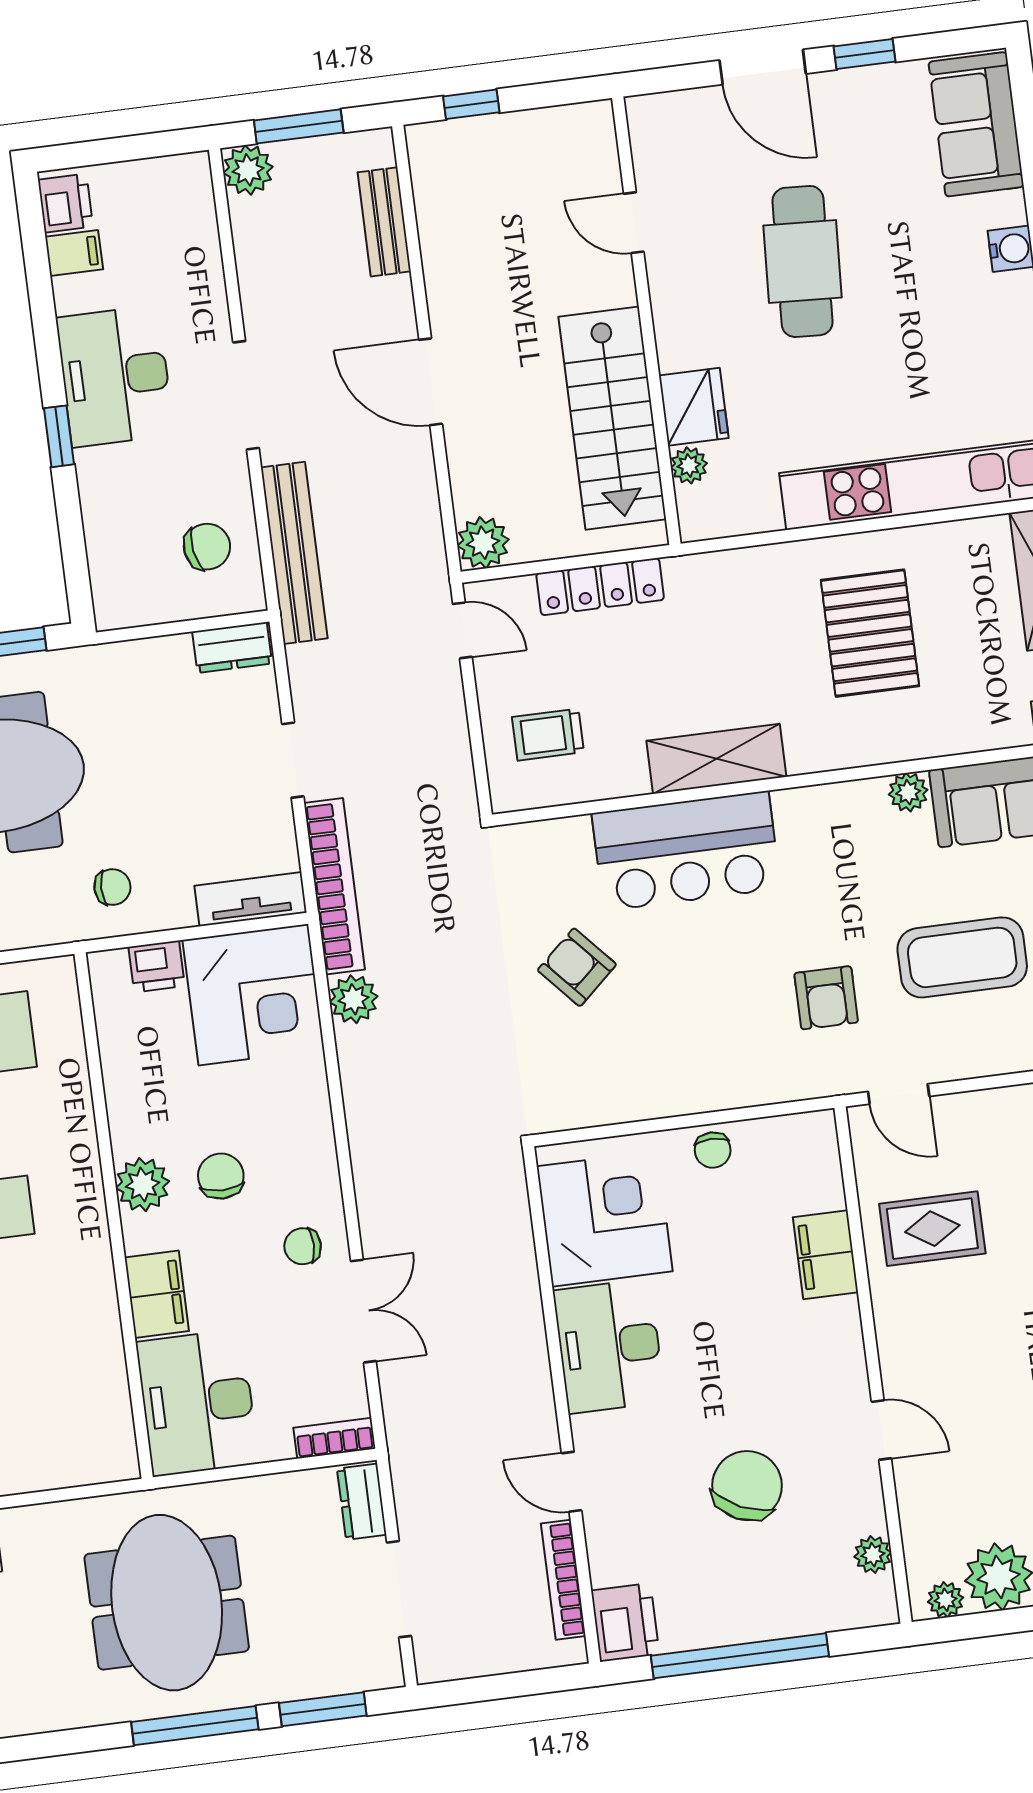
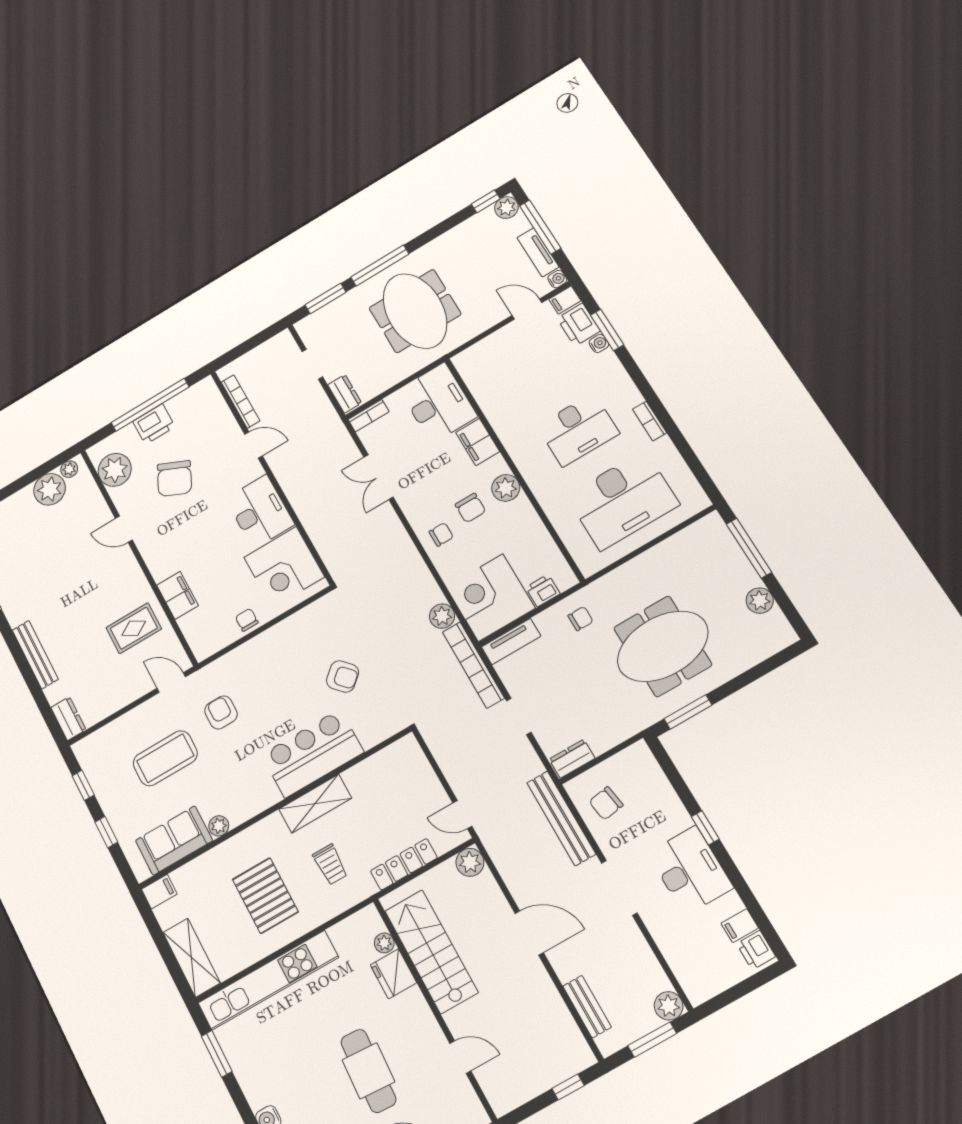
trolley: (548, 735) -> (330, 864), moved, turned 90
chair: (112, 887) -> (581, 619), turned 180
chair: (303, 1246) -> (441, 534), moved
plant: (873, 1555) -> (115, 470), width x1.88, depth x1.88
doorway: (399, 1589) -> (312, 364), width x0.73
printer: (625, 1622) -> (154, 424), moved, turned -90

